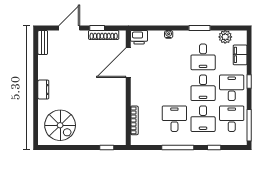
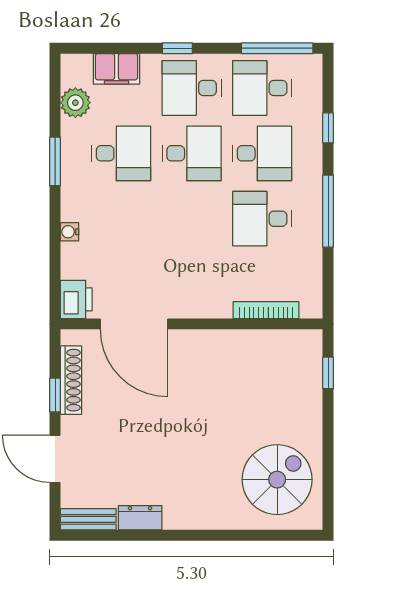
dresser: (43, 90) -> (140, 518), moved

